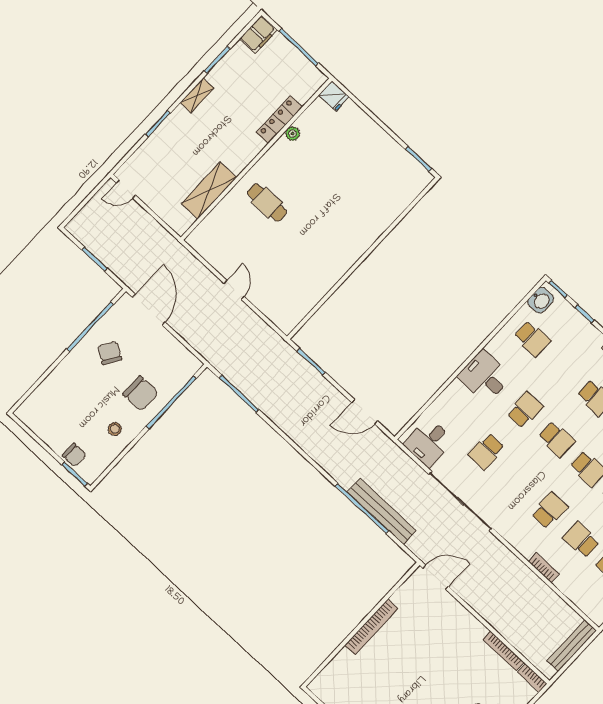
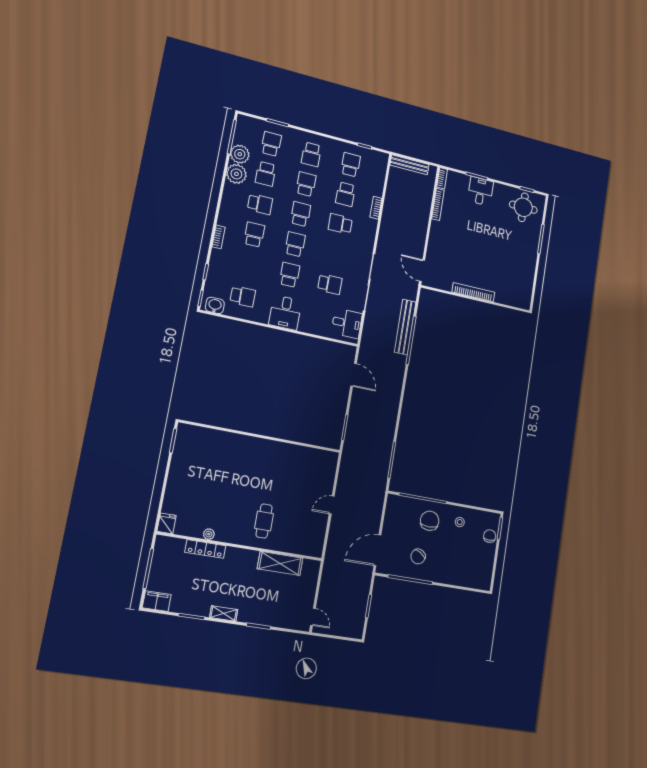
school desk: (532, 339) -> (243, 296), turned 90
school desk: (525, 410) -> (290, 275), turned 90

